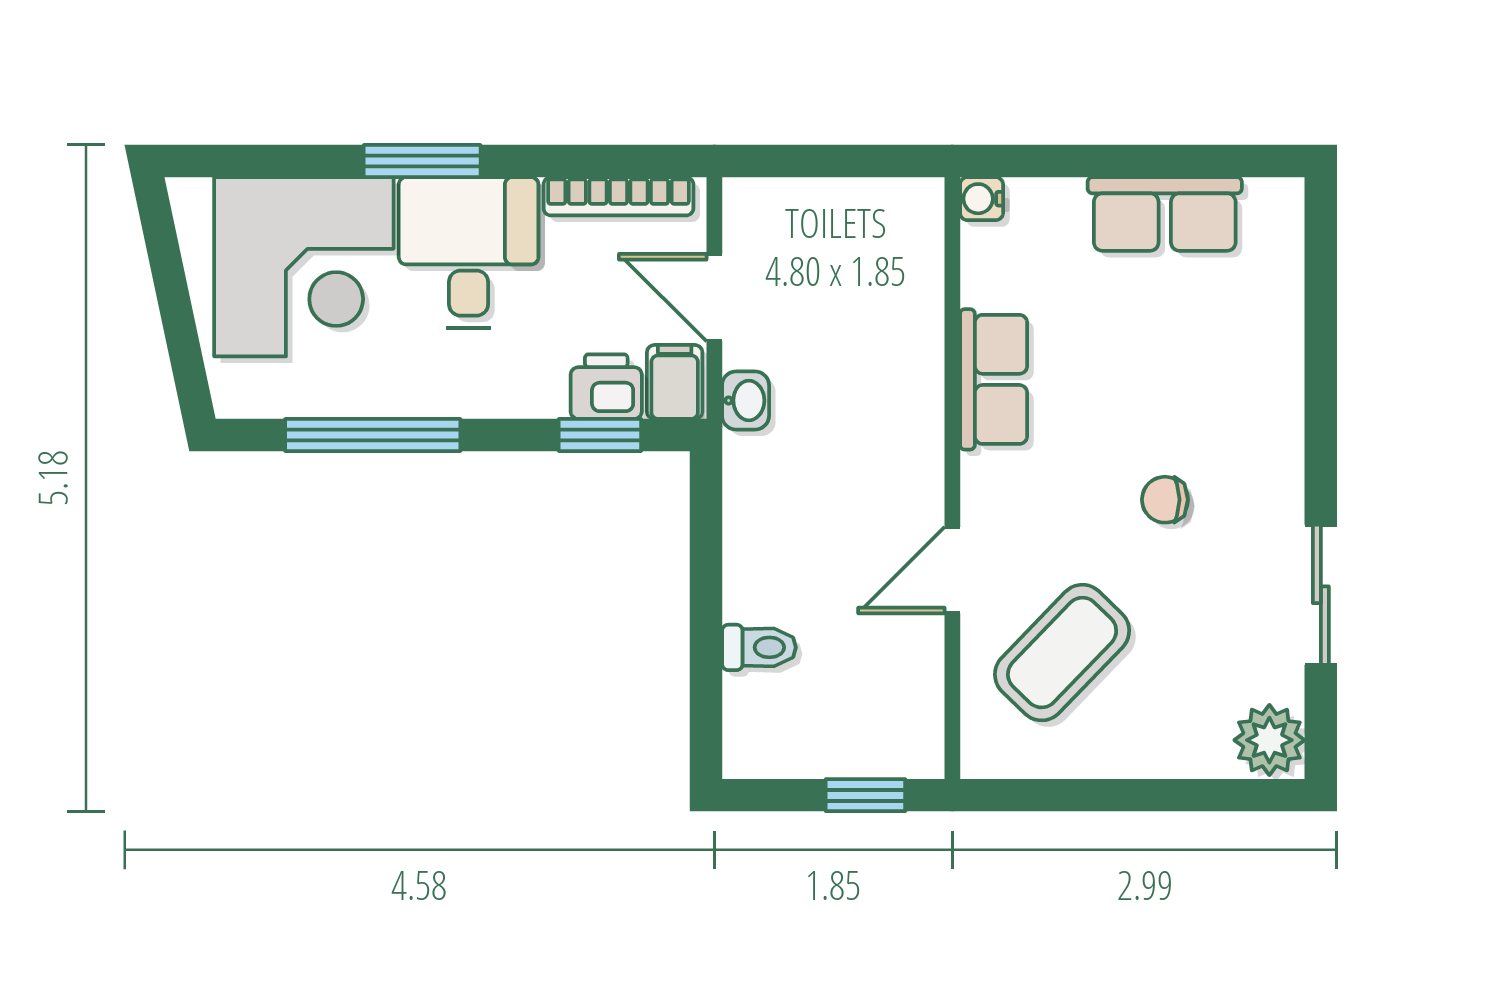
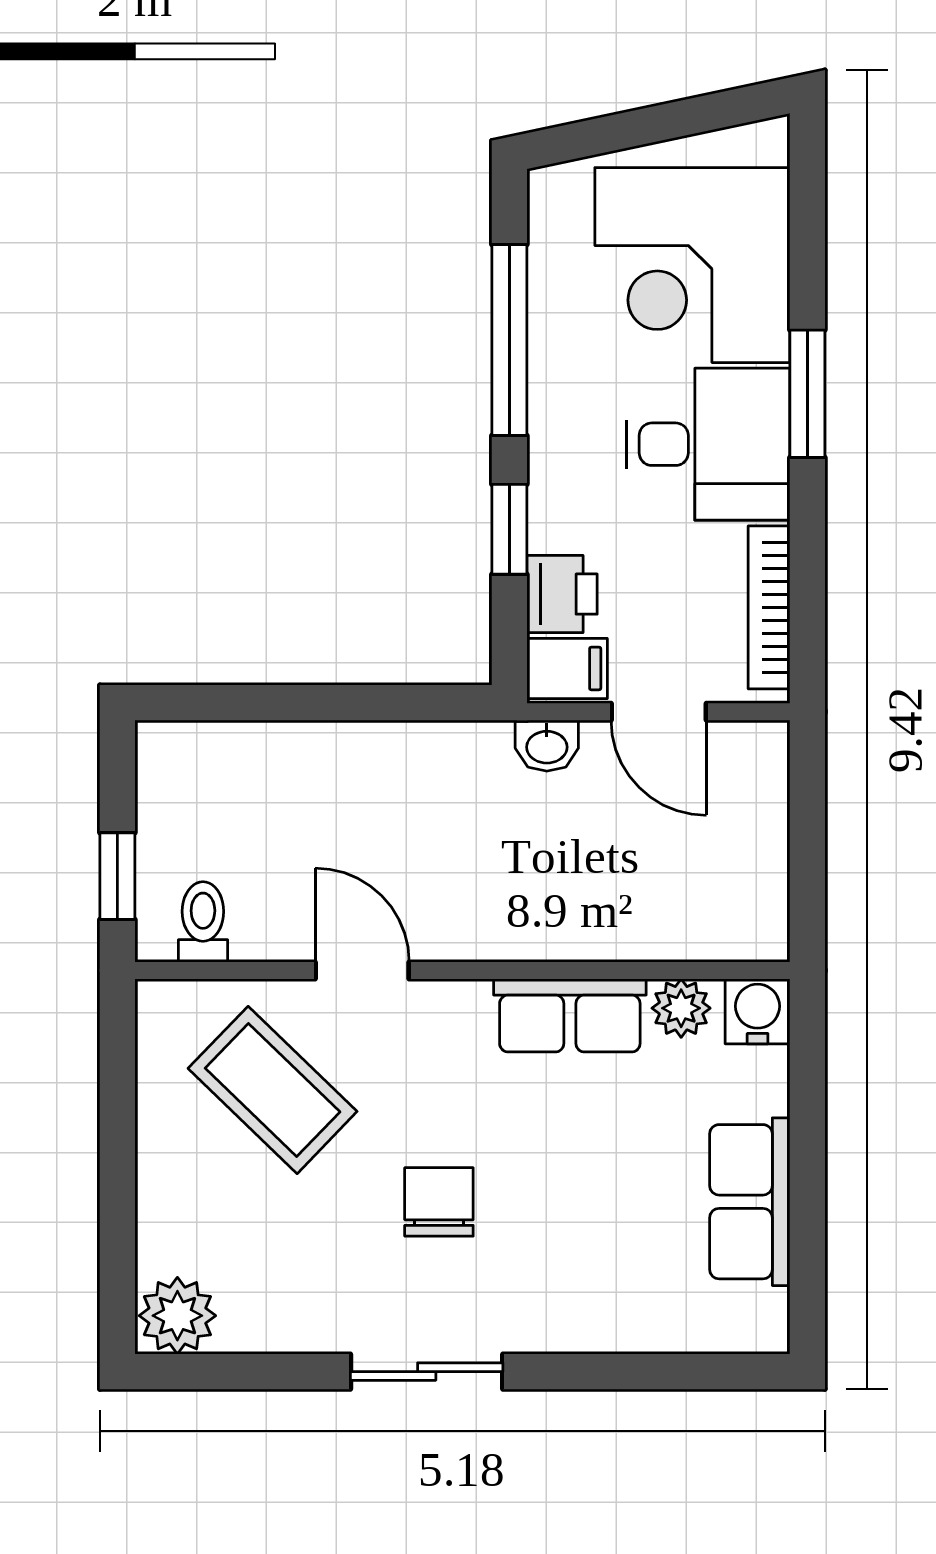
water cooler: (982, 199) -> (758, 1011), width x1.38, depth x1.38
plant: (987, 277) -> (681, 1008), added
door: (714, 298) -> (659, 712), swing flipped
window: (600, 435) -> (509, 529), moved
chair: (1165, 500) -> (439, 1202), width x1.37, depth x1.37
sliding door: (1321, 595) -> (427, 1372), moved
toilet: (759, 647) -> (203, 922), moved, turned 180

